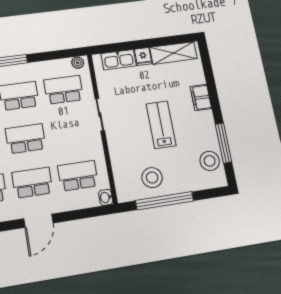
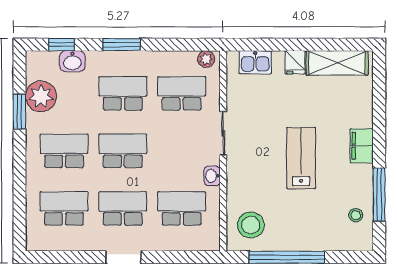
kitchen sink: (119, 60) -> (255, 62), width x0.73
filing cabinet: (201, 97) -> (362, 146), moved
stool: (210, 161) -> (356, 215), width x0.53, depth x0.53
stool: (152, 178) -> (251, 225), moved
washbasin: (106, 197) -> (212, 176), moved

